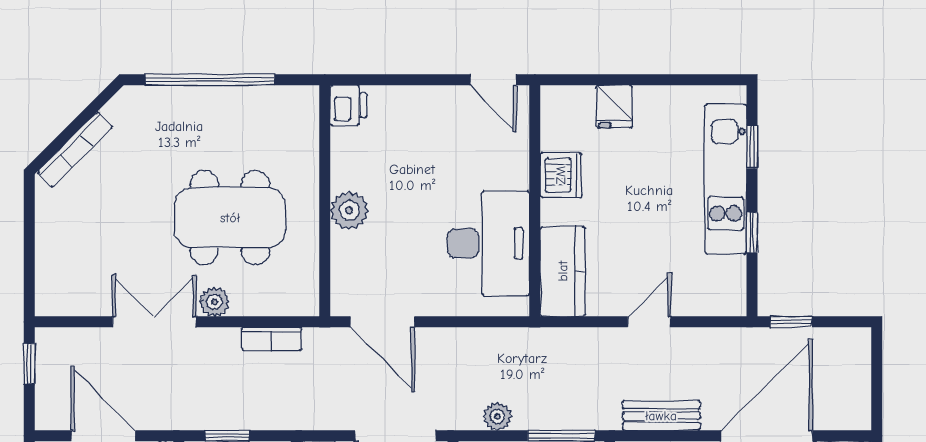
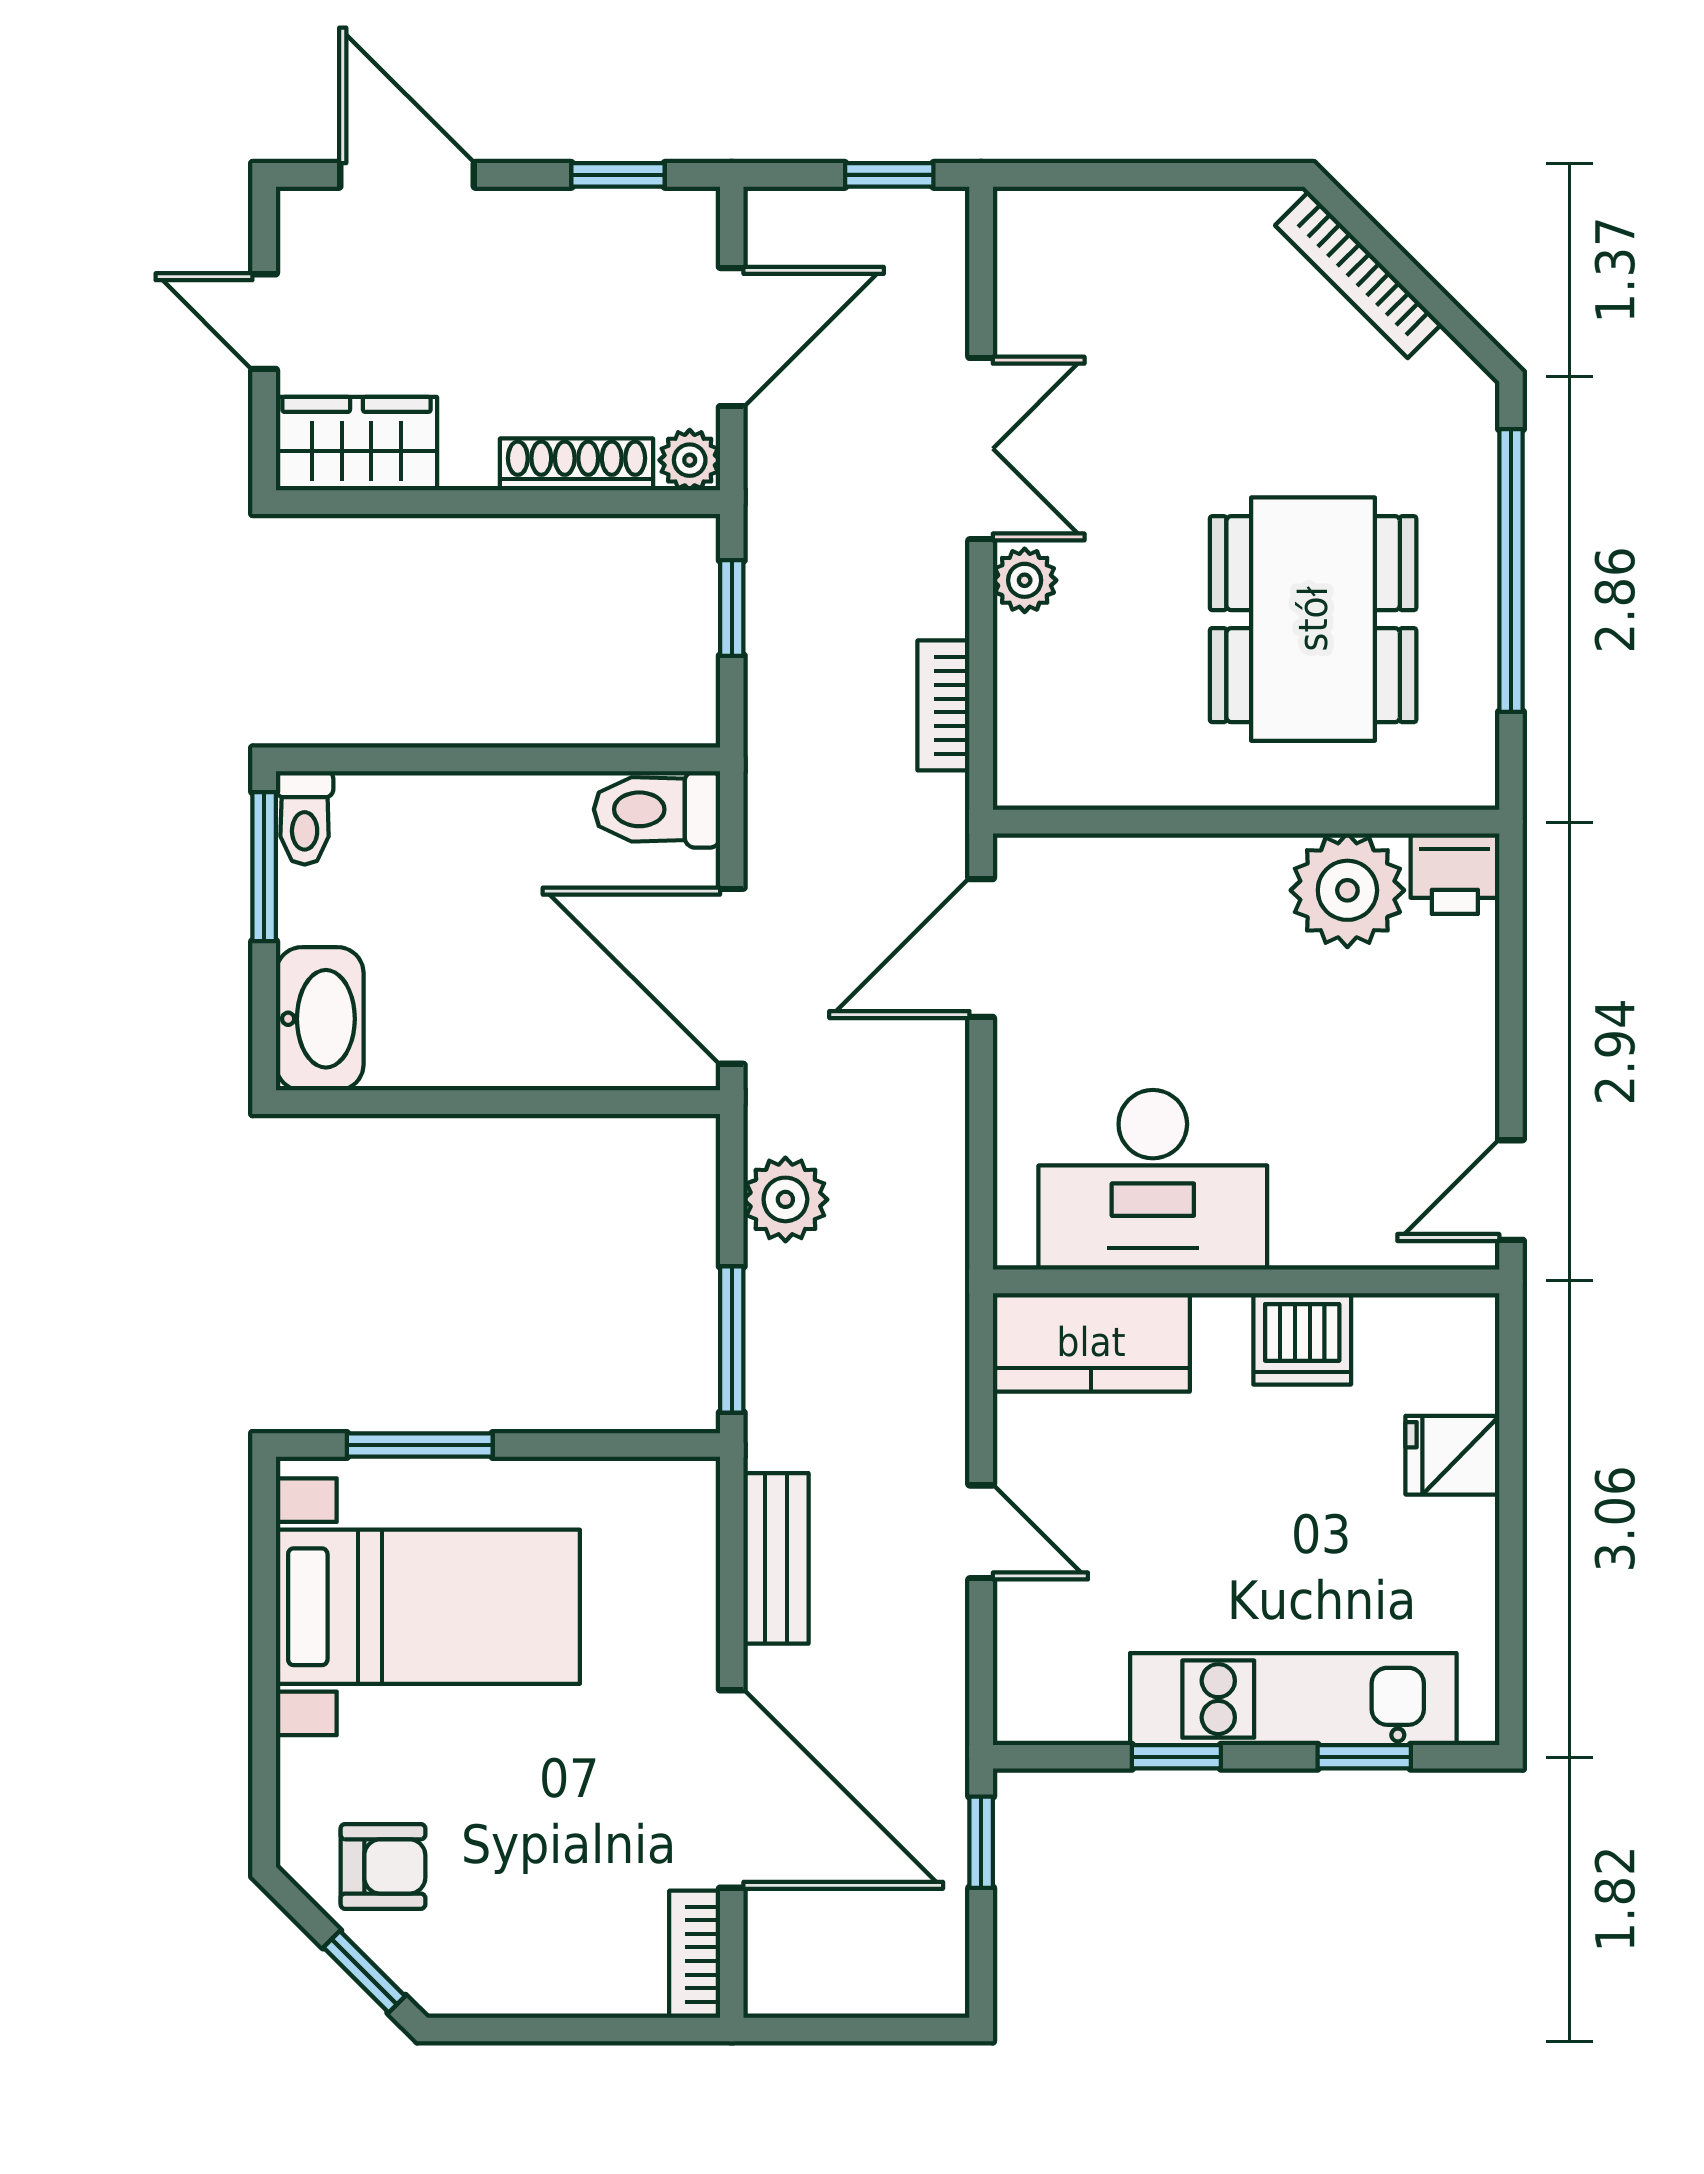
plant: (349, 210) -> (1347, 890), moved, width x1.36, depth x1.36
dining table: (230, 218) -> (1313, 619), moved
plant: (497, 416) -> (785, 1199), width x1.38, depth x1.38

